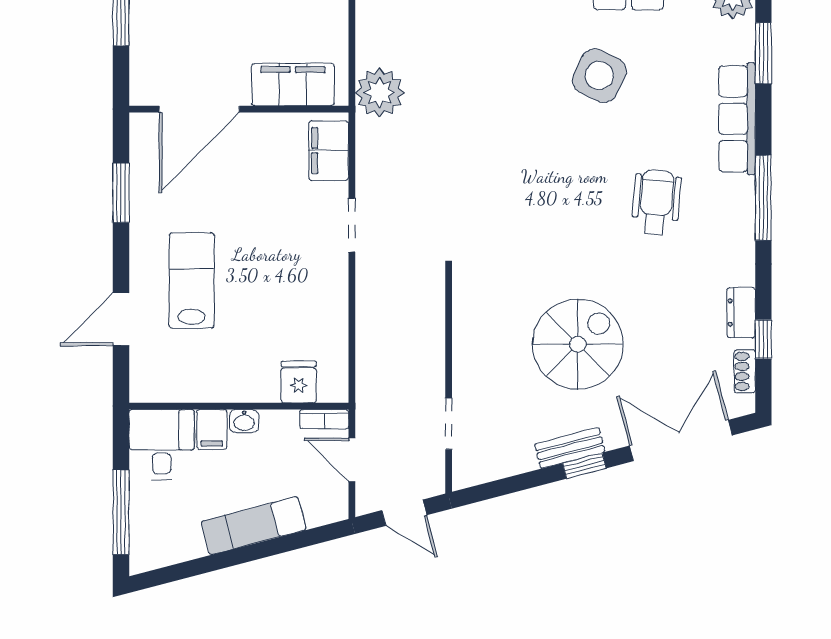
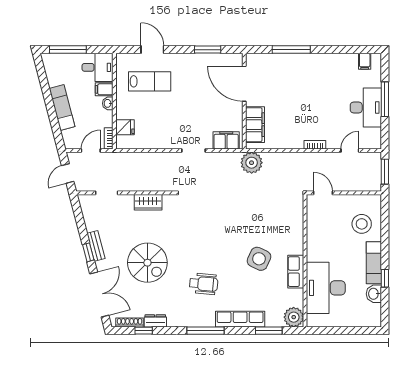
lab bench: (192, 280) -> (150, 81), moved
wardrobe: (470, 329) -> (148, 202), added
spiral stairs: (578, 344) -> (147, 263), moved
shoe rack: (745, 371) -> (130, 322), width x1.43

